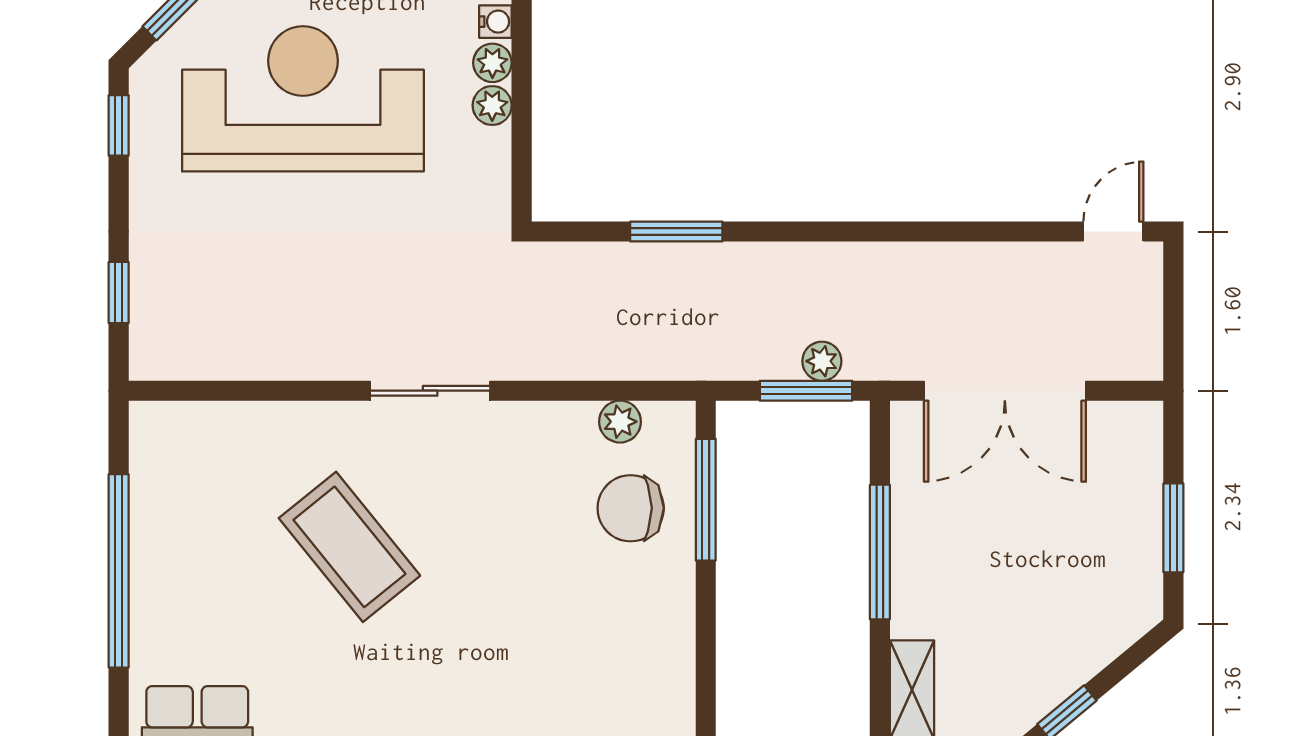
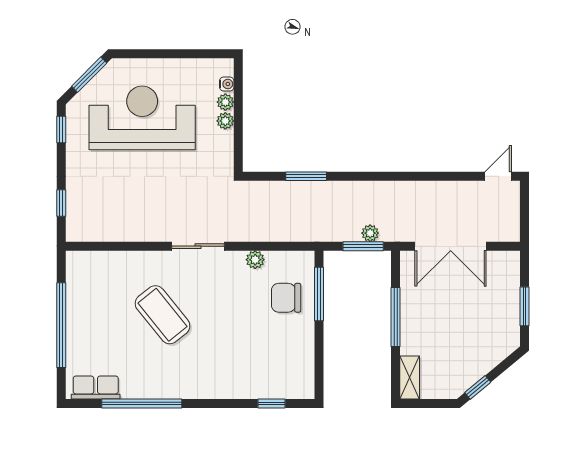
plant: (620, 422) -> (255, 260), moved

